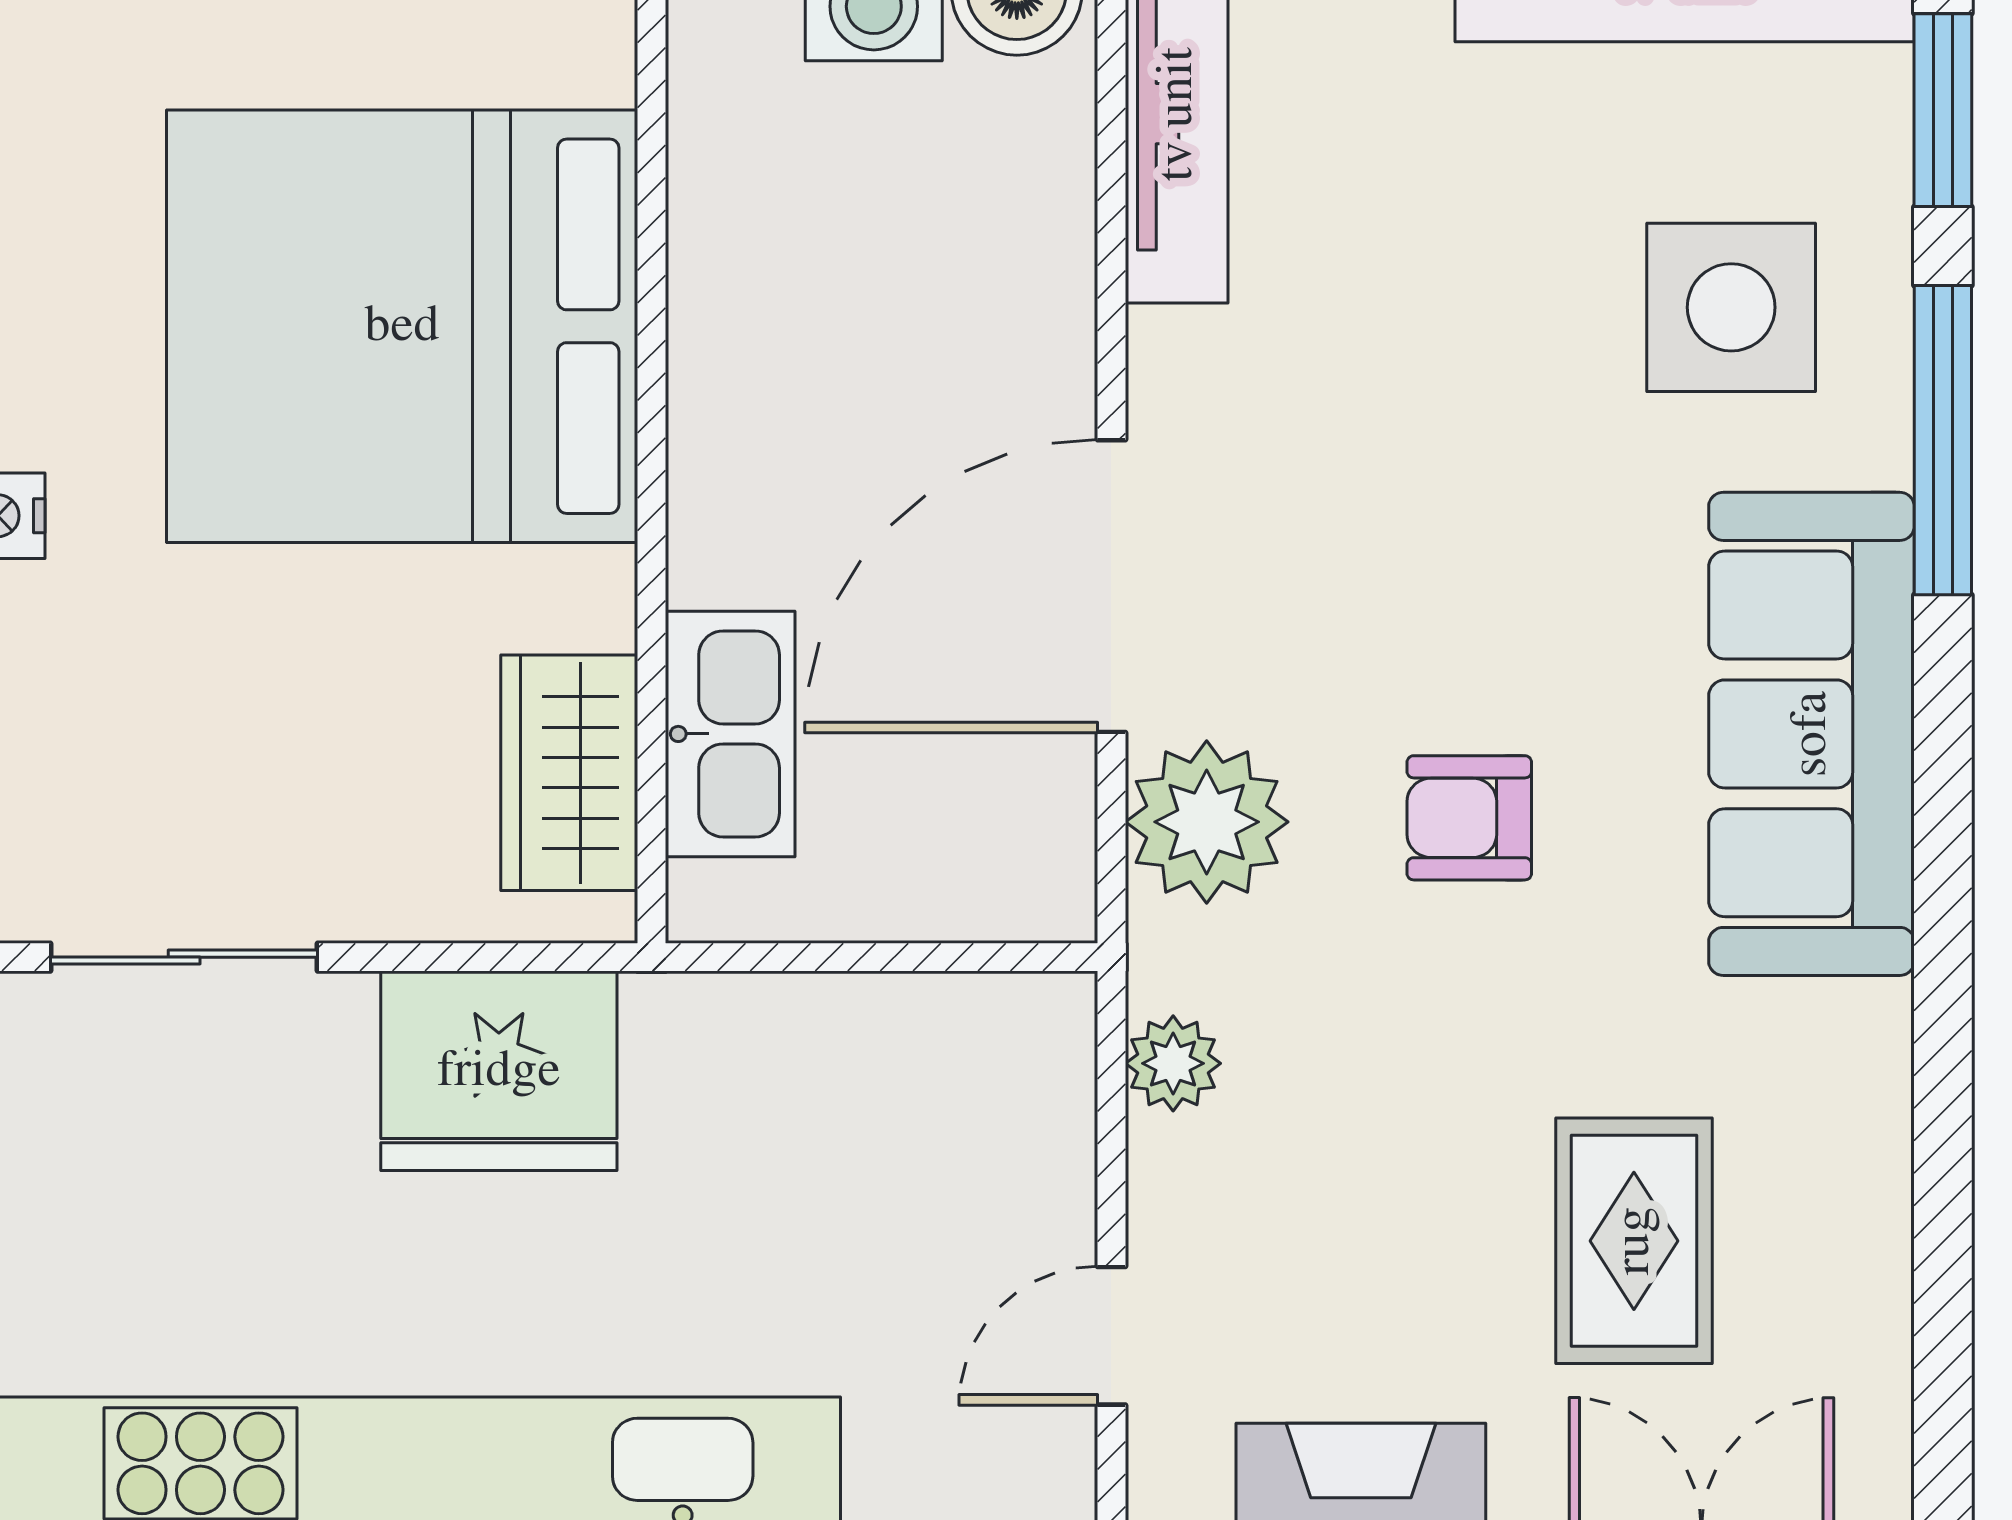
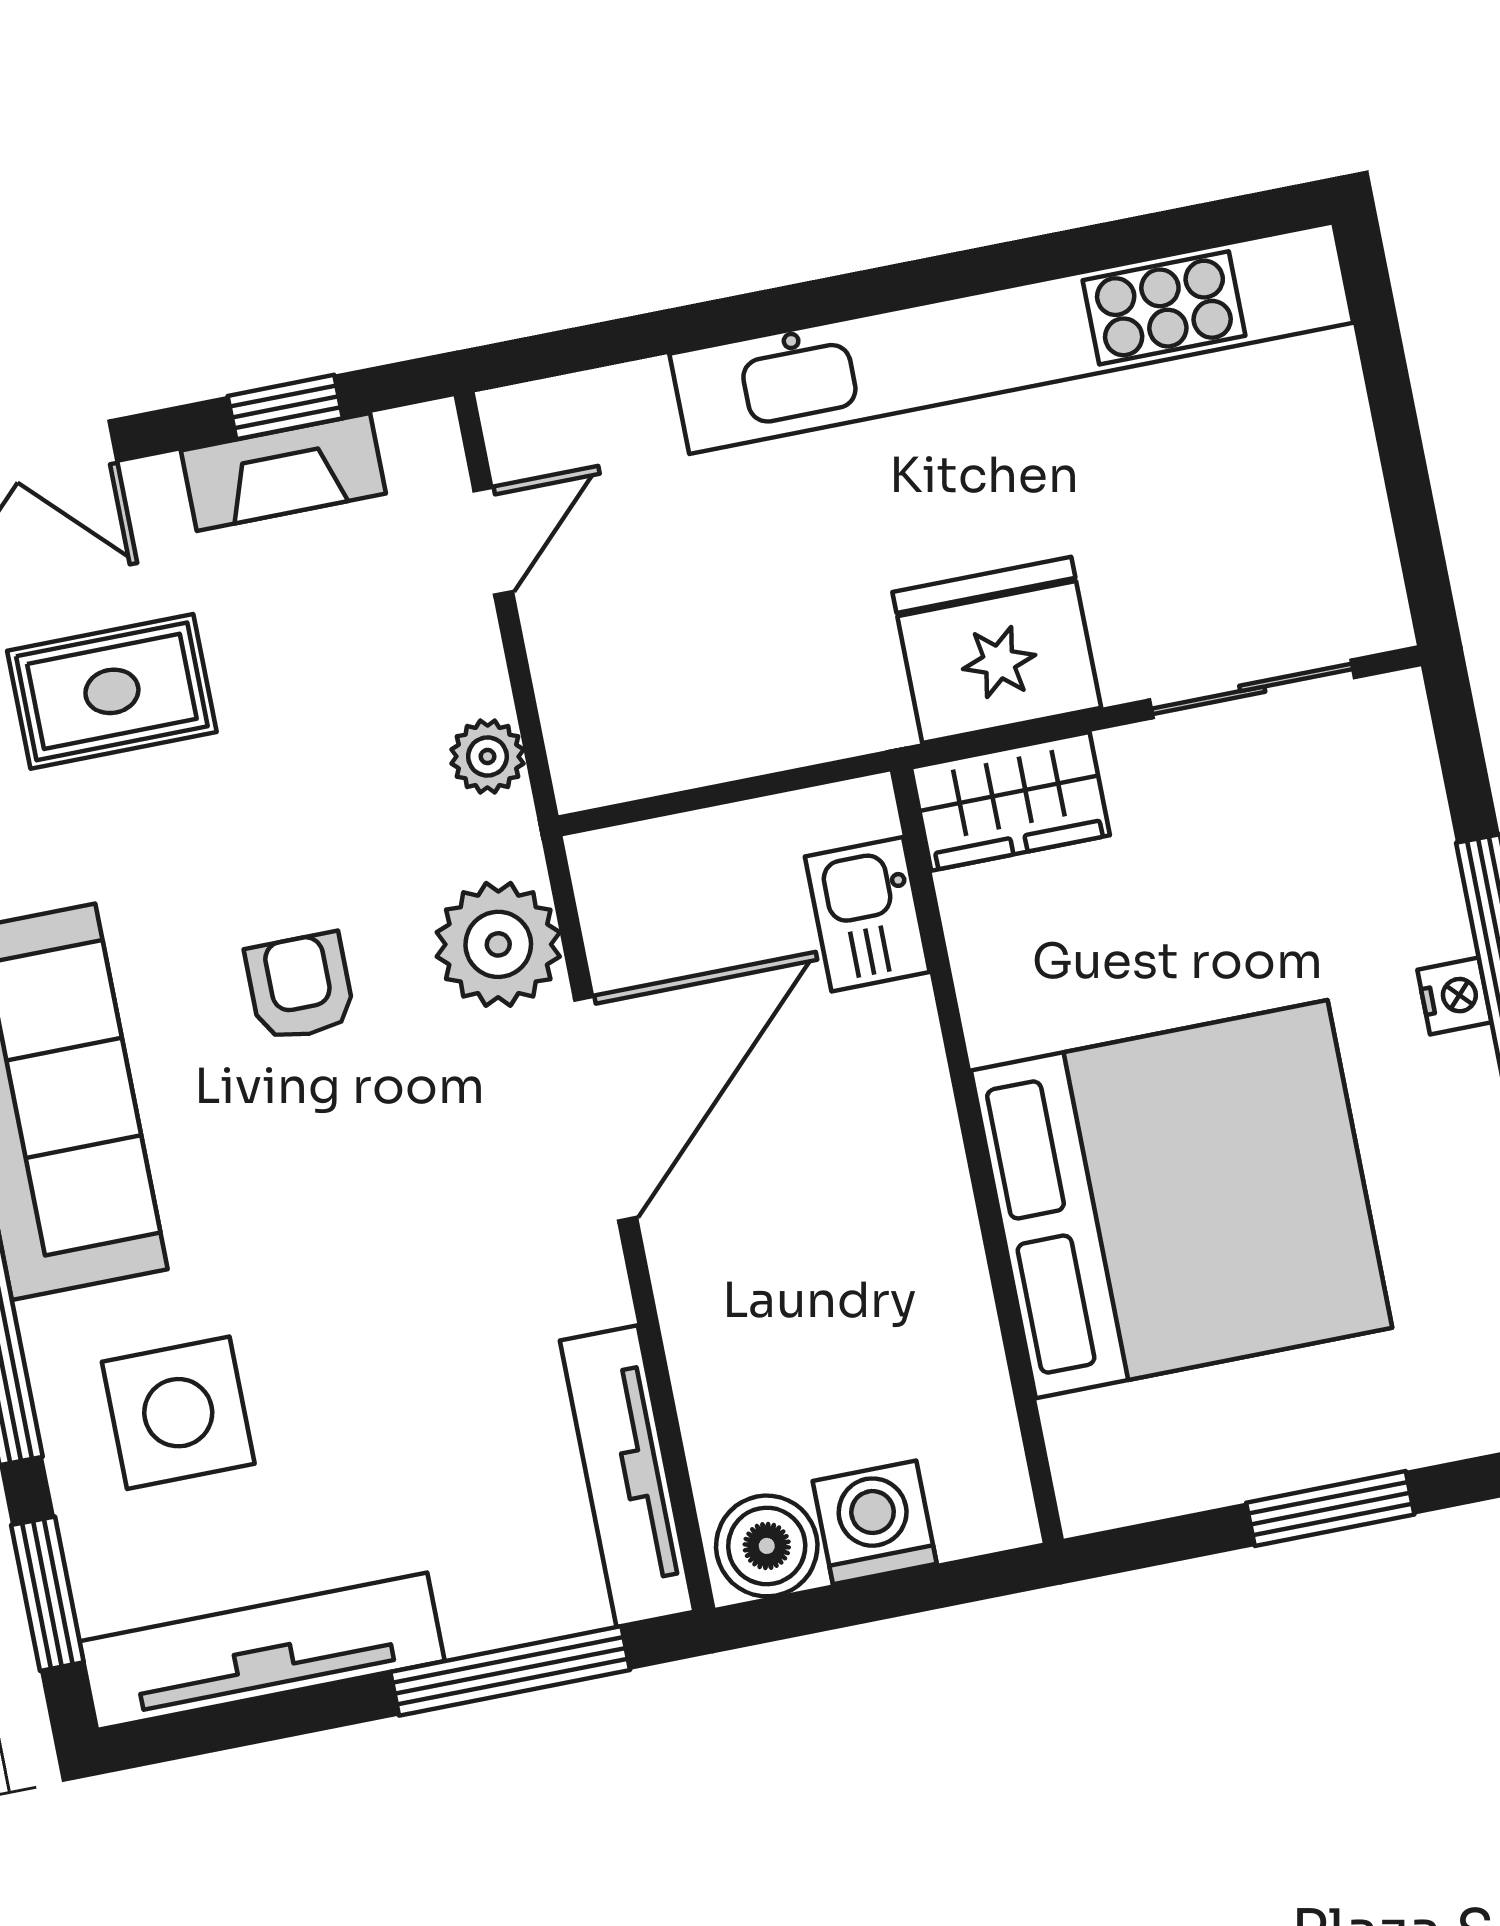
kitchen sink: (730, 734) -> (867, 914), width x0.73
wardrobe: (569, 773) -> (1010, 801), moved, turned 90
armchair: (1469, 818) -> (300, 987), turned -90
rug: (1634, 1241) -> (112, 691), turned 90

